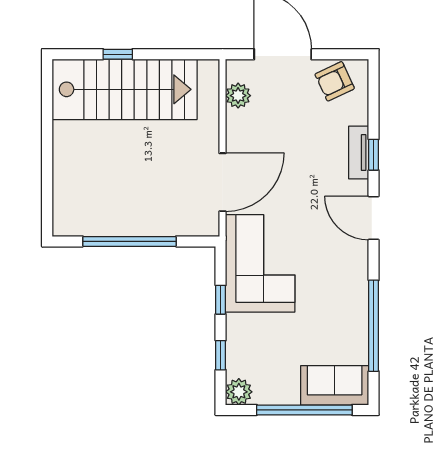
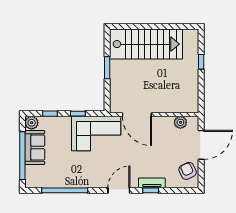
stairs: (125, 89) -> (146, 44), moved, turned -90
window: (129, 241) -> (107, 68), width x0.47
sofa: (335, 385) -> (35, 147), moved

